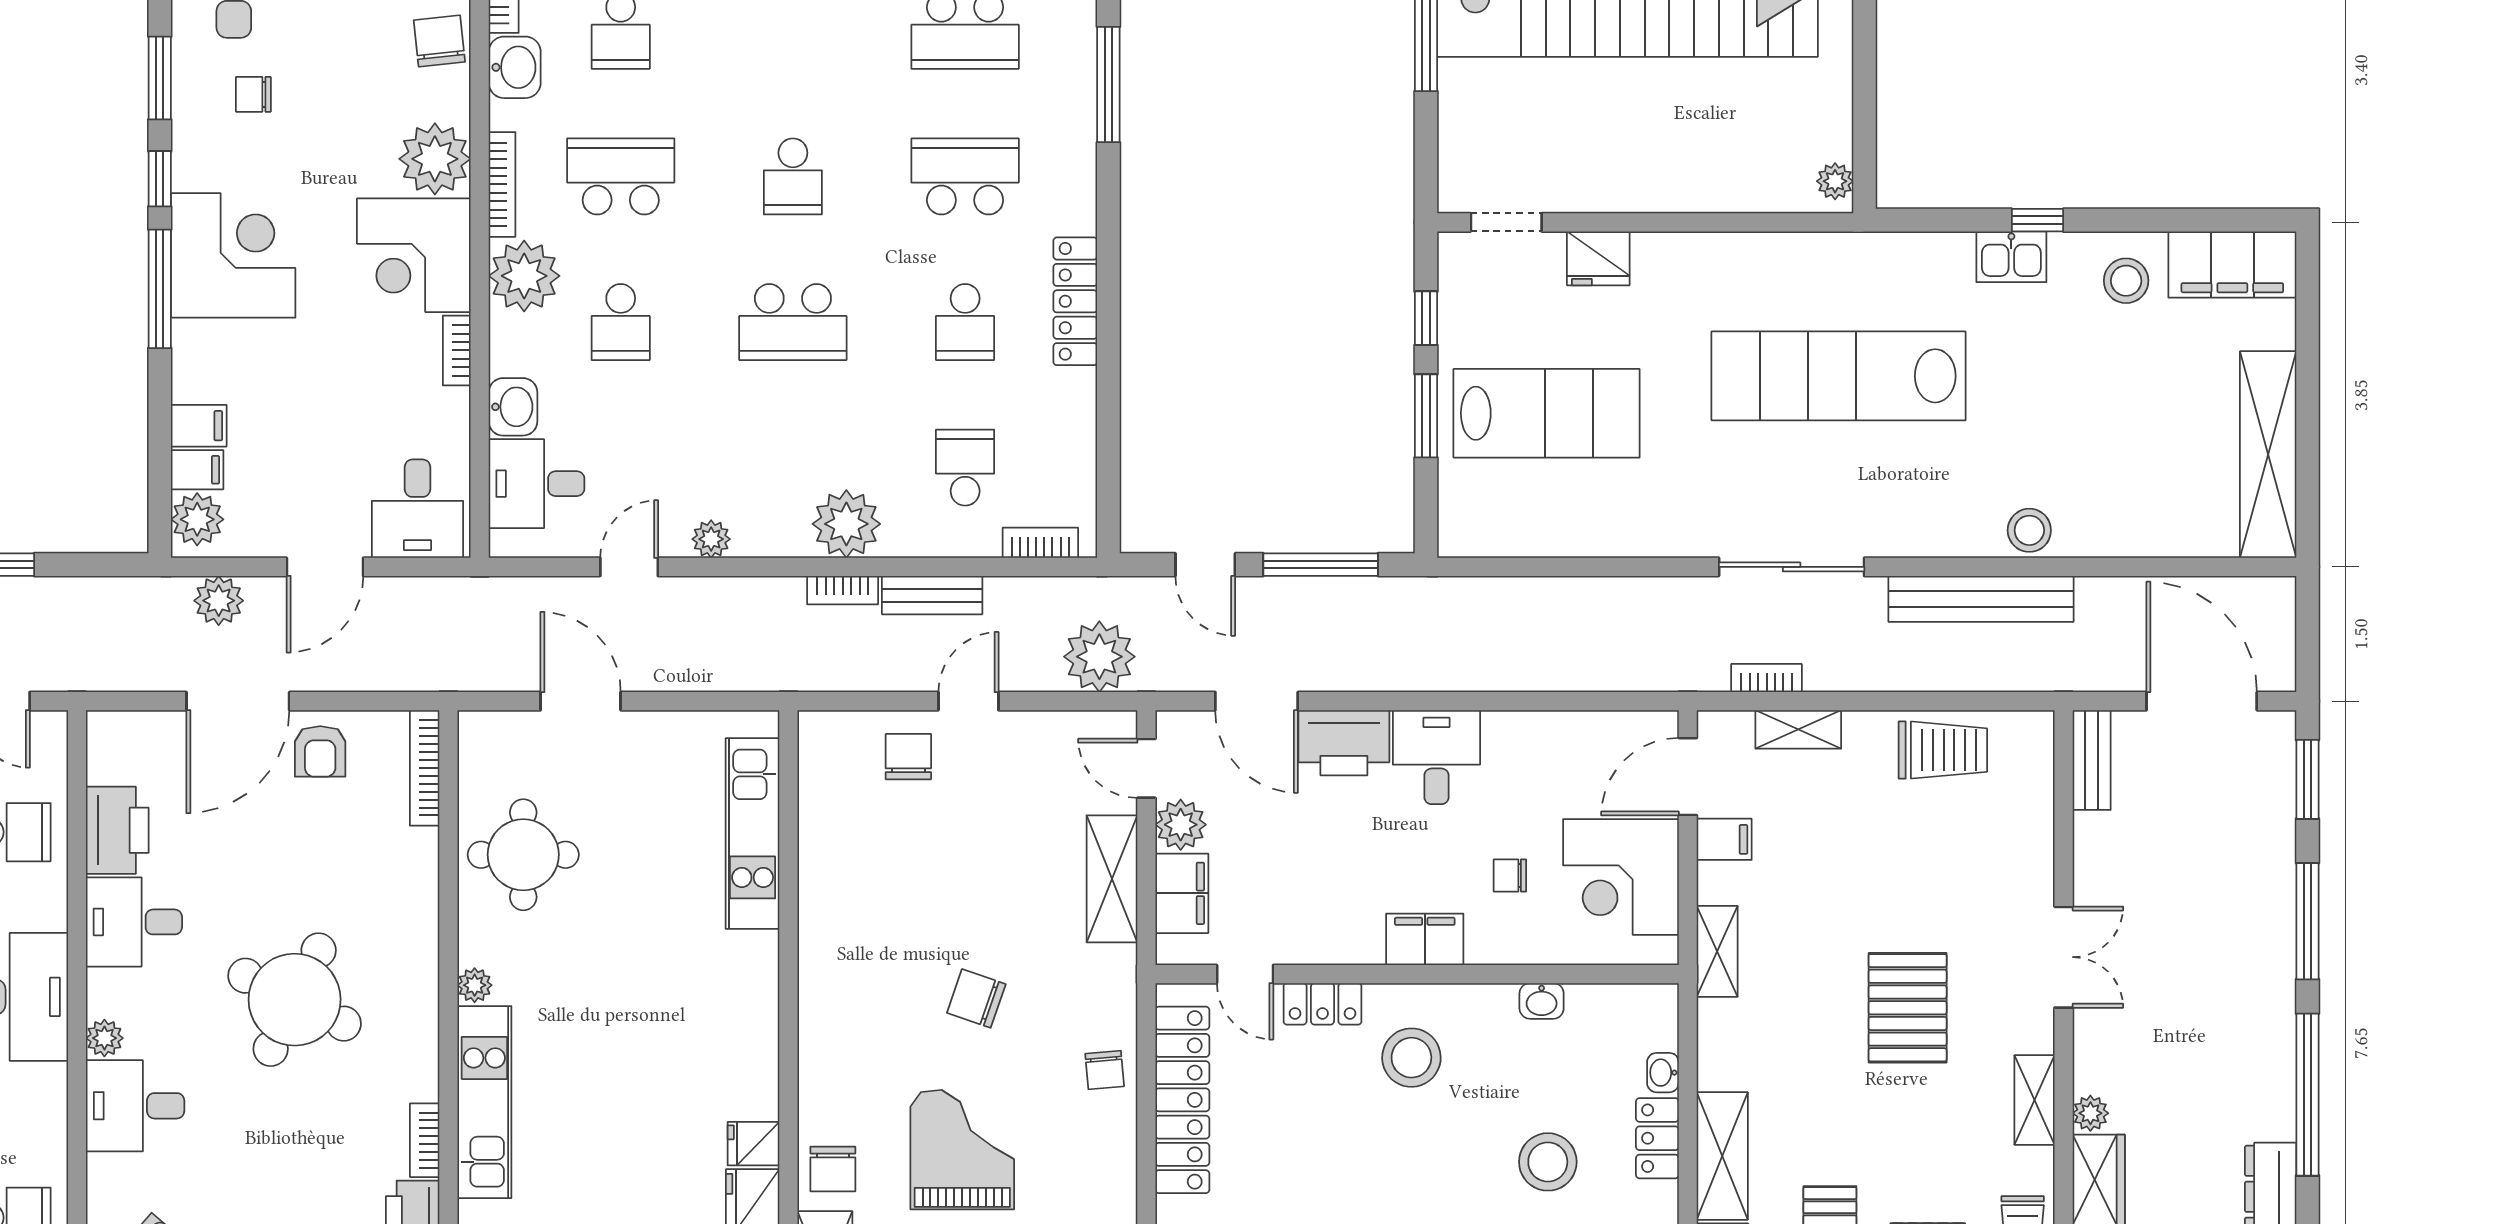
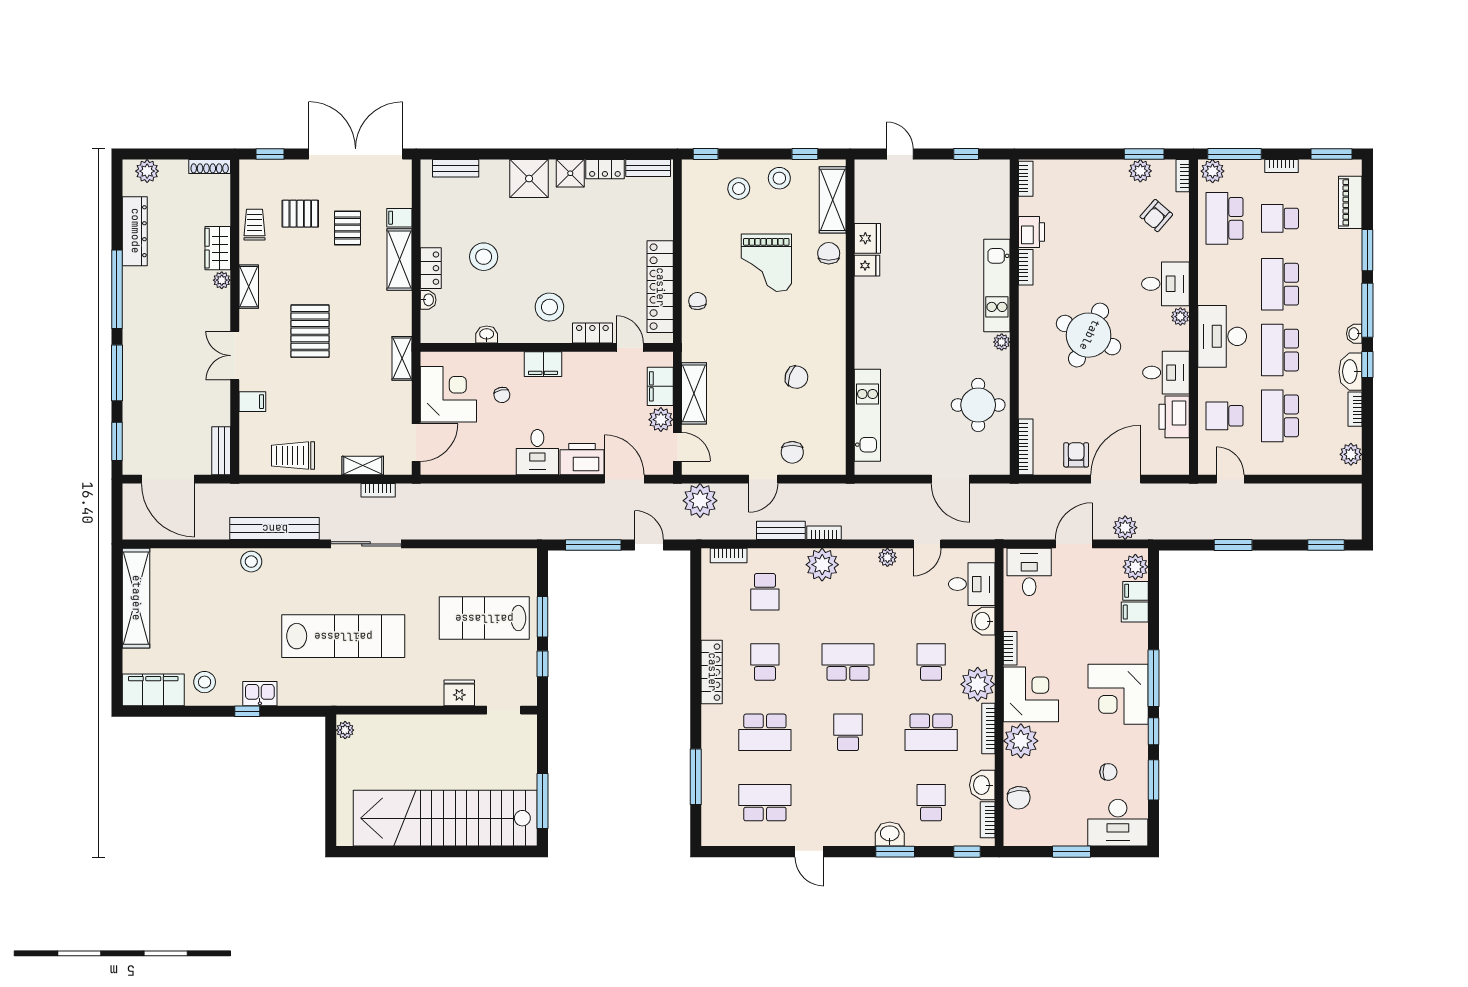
filing cabinet: (1724, 839) -> (252, 402), moved, turned 180
chair: (1510, 876) -> (502, 395), turned 78
chair: (976, 998) -> (796, 377), moved

